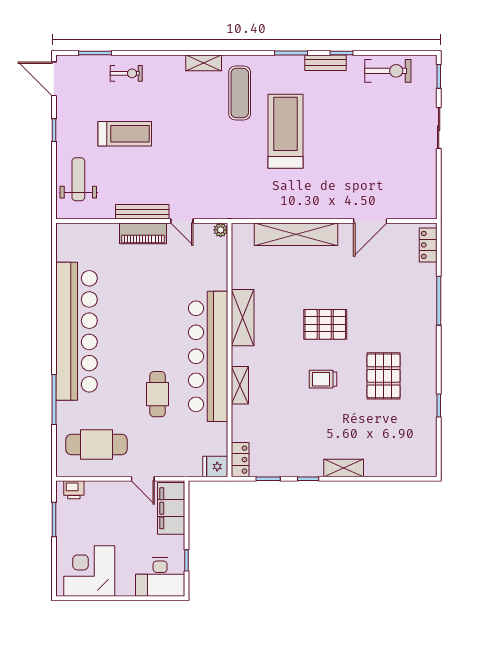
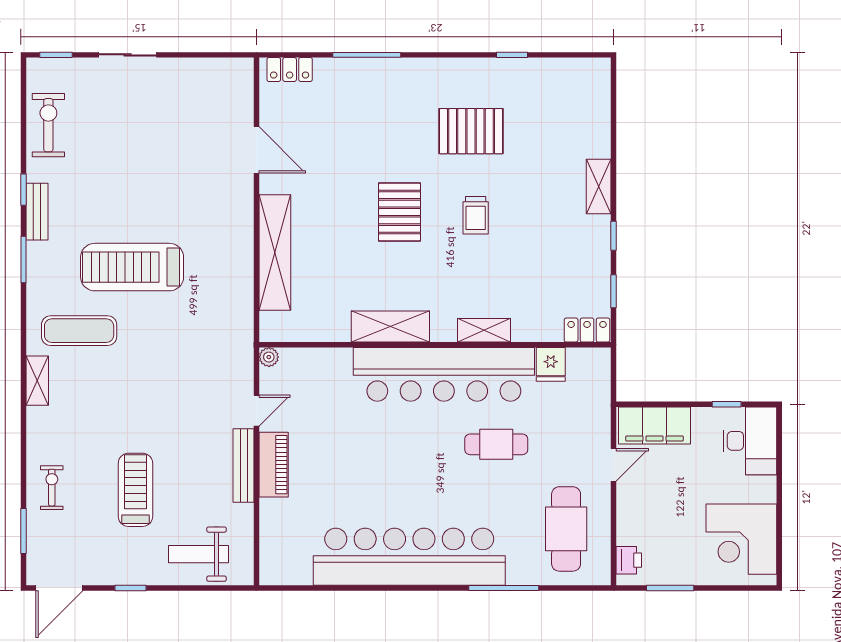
fridge: (215, 467) -> (551, 364), moved

